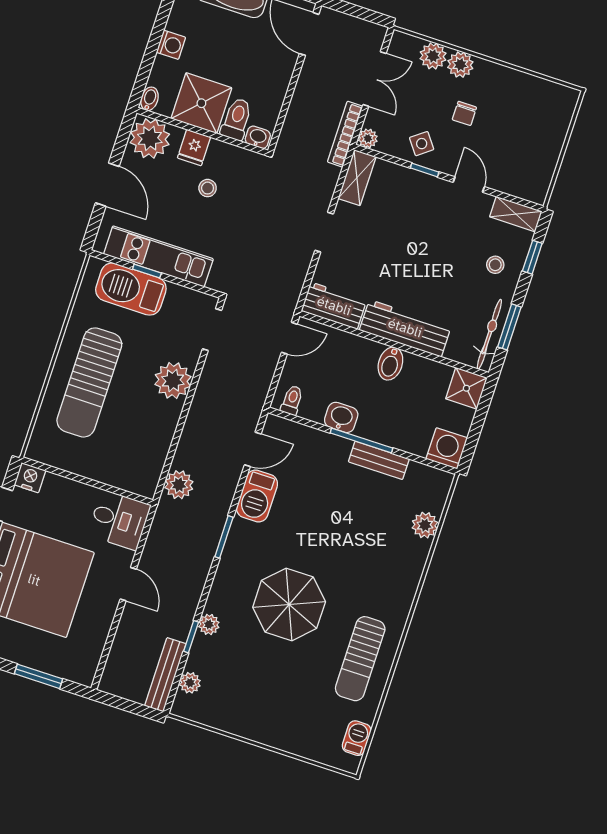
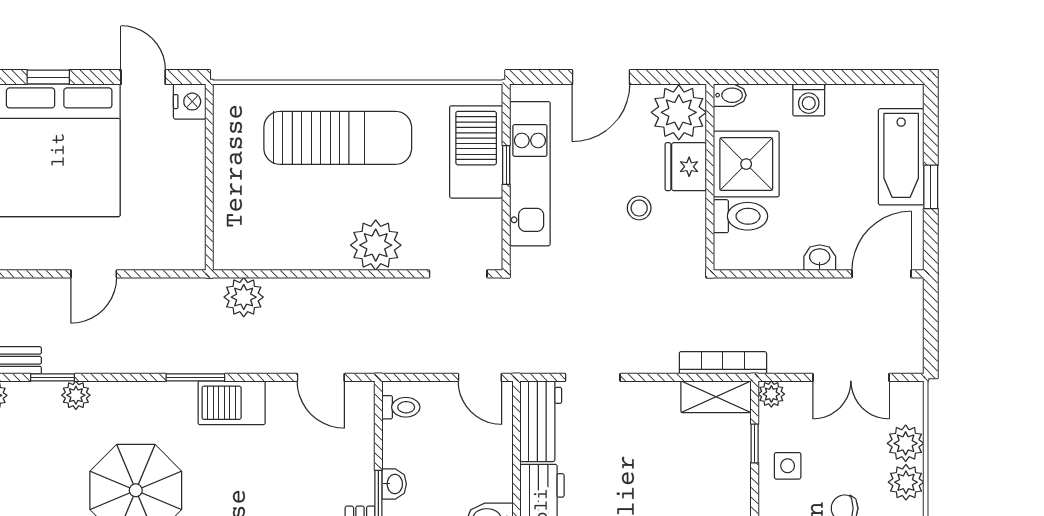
bookcase: (345, 134) -> (723, 363), moved
washbasin: (258, 137) -> (820, 258), moved, turned -90
side table: (422, 144) -> (788, 466), turned 37
fridge: (194, 148) -> (686, 167), width x1.38
window: (425, 170) -> (755, 443), moved
doorway: (324, 232) -> (593, 377), moved
sun lounger: (89, 382) -> (338, 138), turned 180
washbasin: (341, 417) -> (394, 484), width x0.72, depth x0.69
barbecue: (257, 496) -> (232, 403), moved
desk: (119, 520) -> (173, 235), removed

